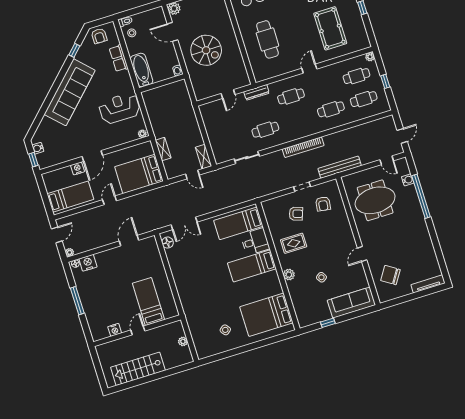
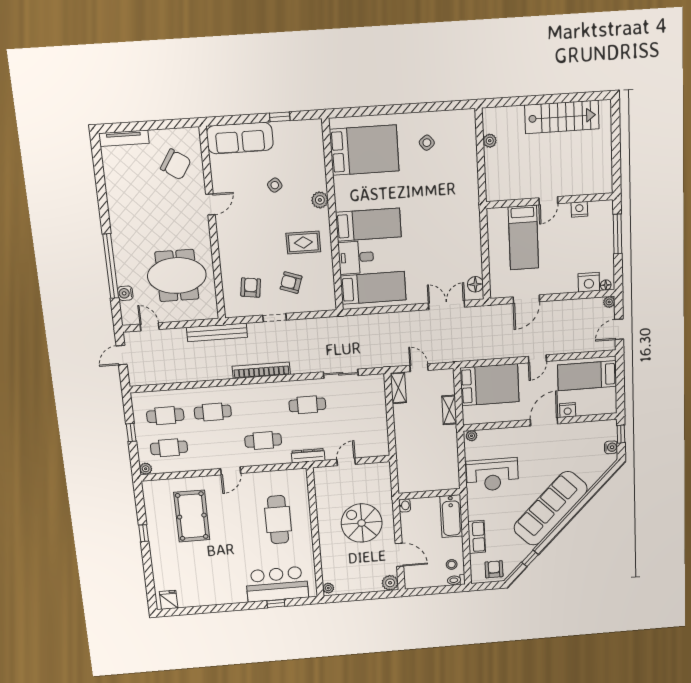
bed: (148, 301) -> (523, 238), moved
nightstand: (115, 330) -> (579, 209), moved
door: (138, 330) -> (548, 201), moved
wall: (137, 331) -> (550, 201), moved

